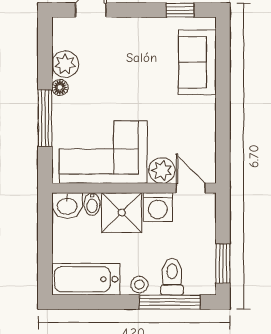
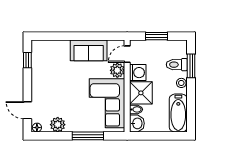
sofa: (197, 62) -> (89, 50), moved
floor lamp: (60, 87) -> (37, 128), moved
window: (223, 264) -> (157, 36), moved
window: (170, 302) -> (191, 66), width x0.69

